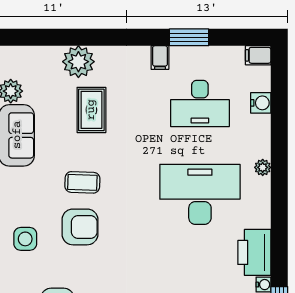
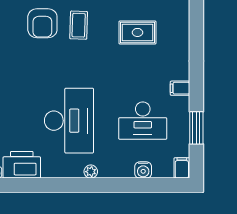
window: (189, 37) -> (196, 128), moved
plant: (78, 62) -> (177, 22), removed
desk: (200, 103) -> (143, 121), turned -90

